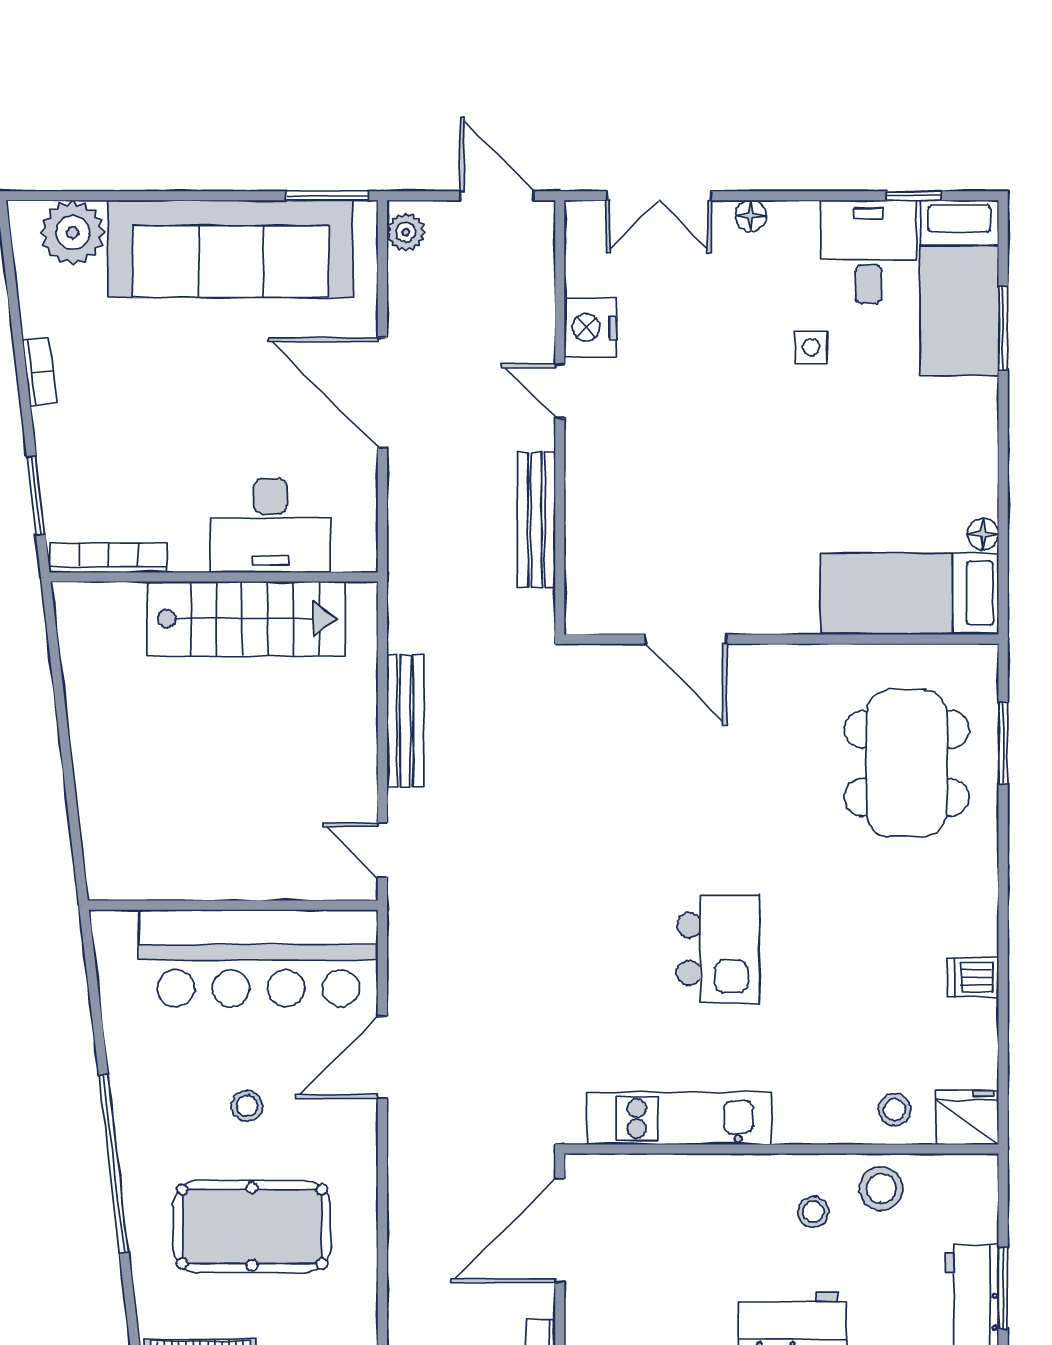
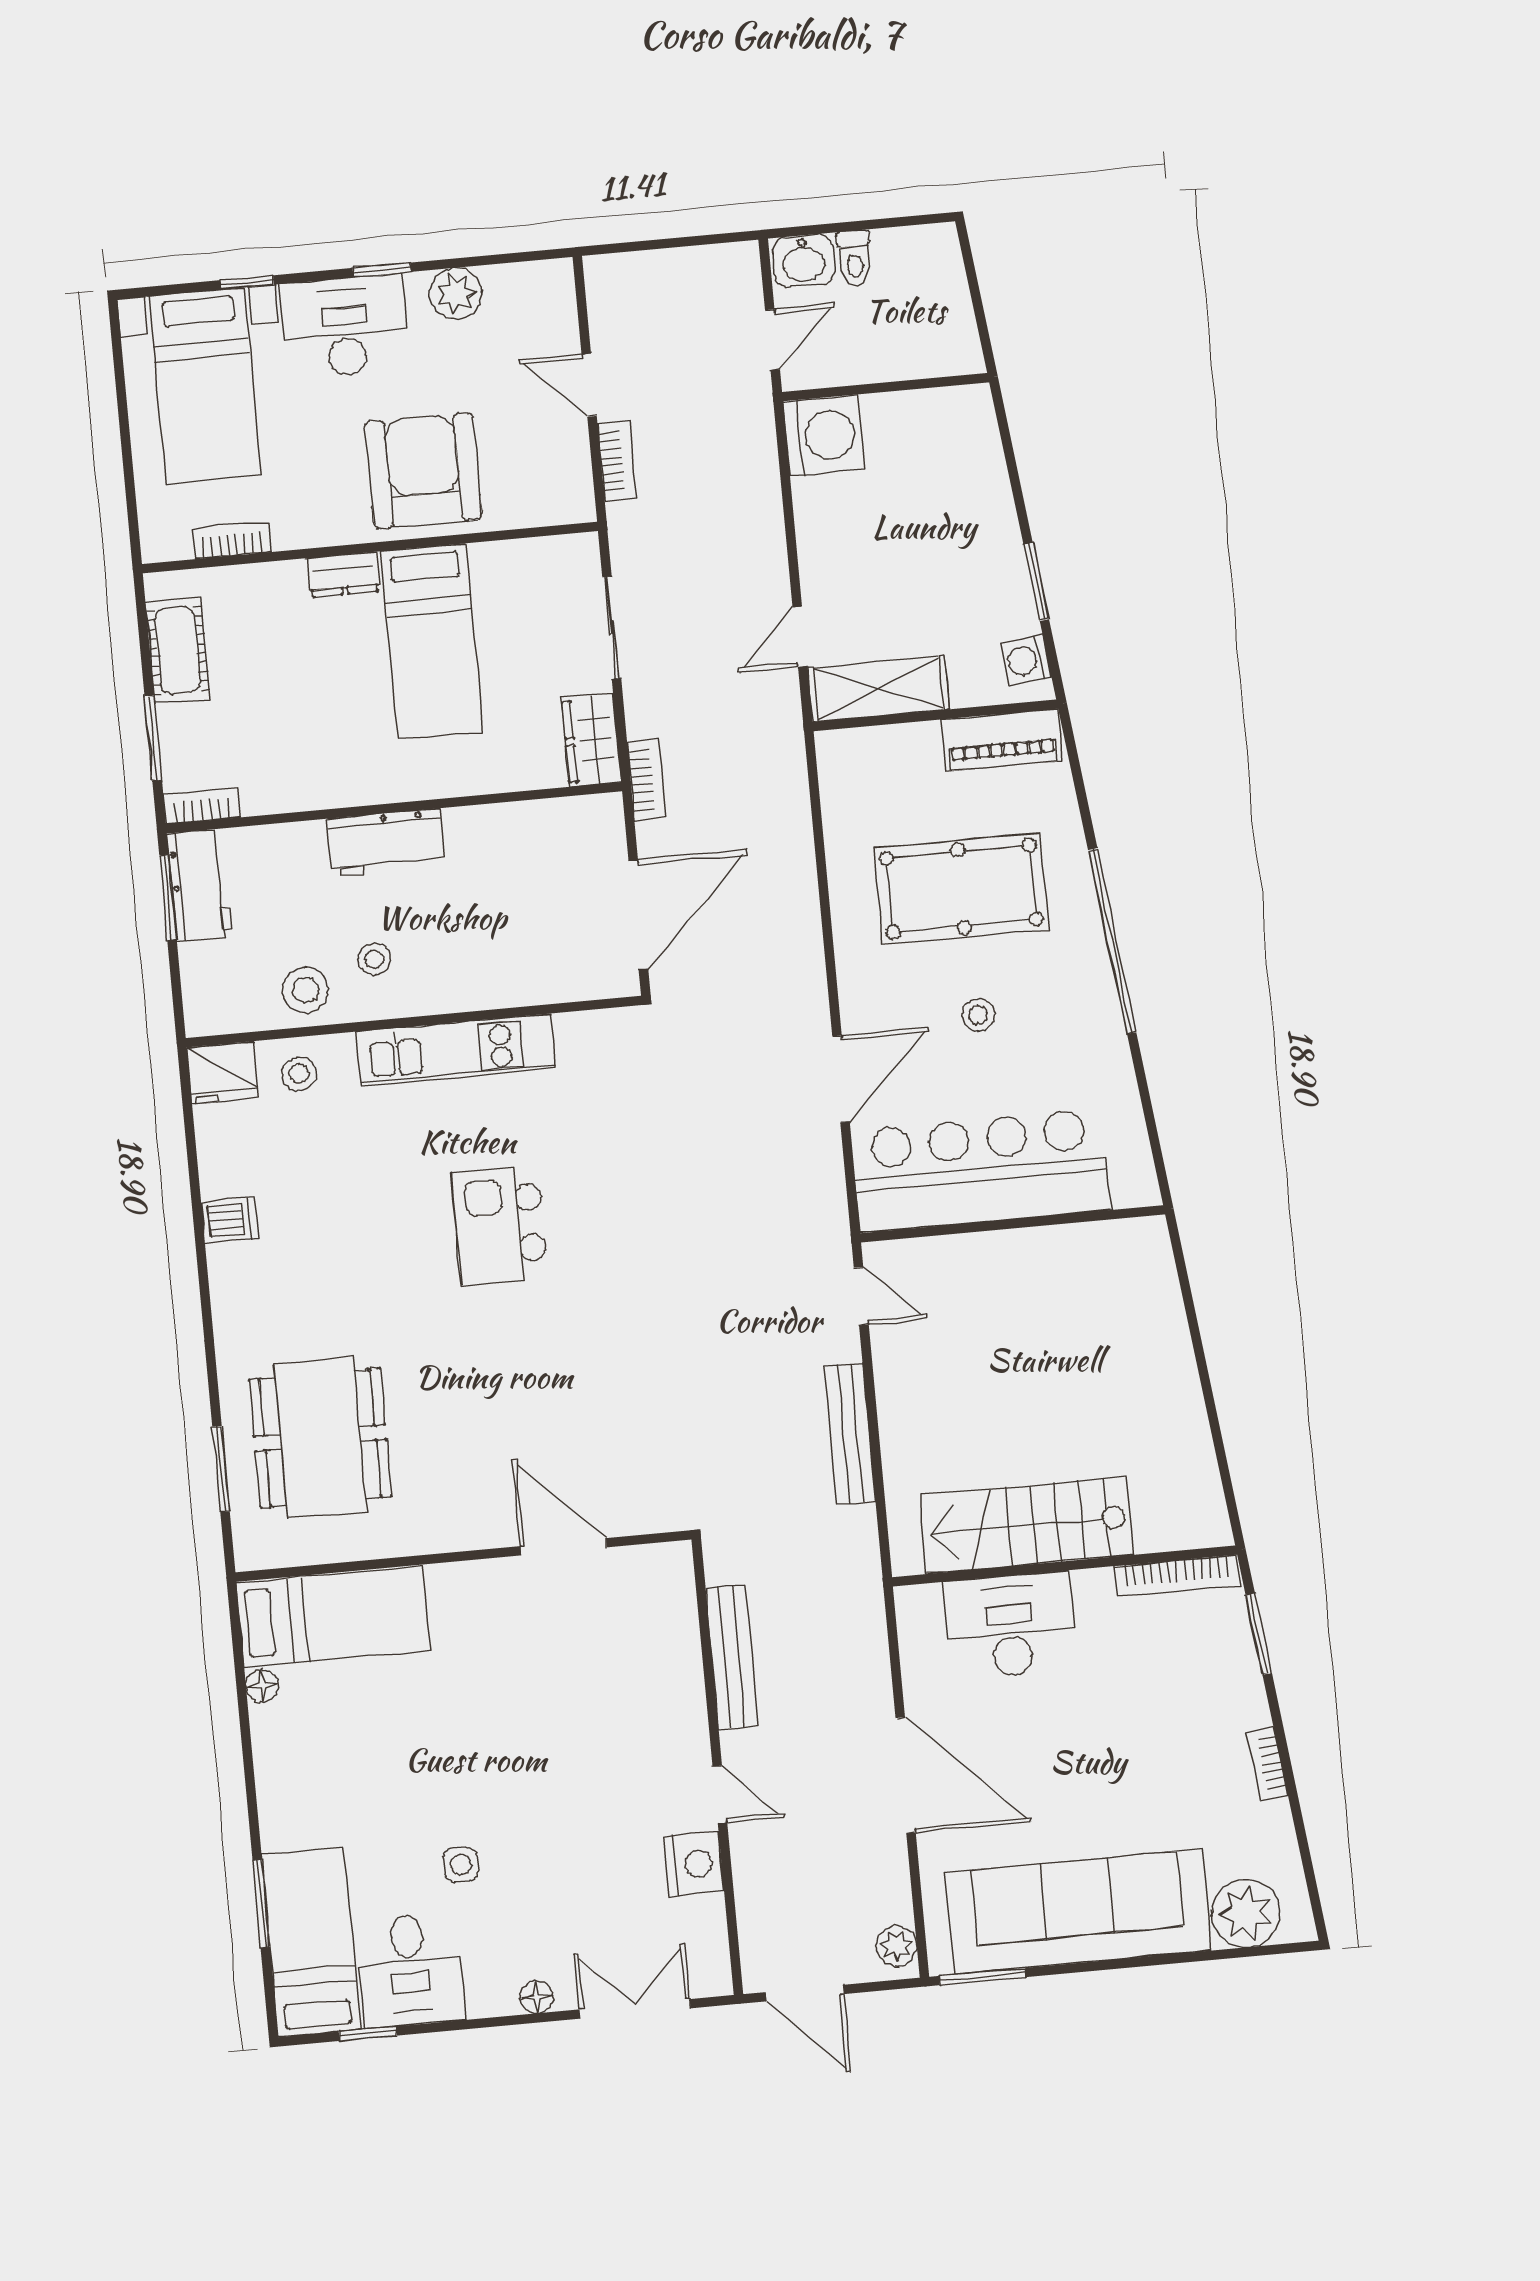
kitchen unit: (679, 1118) -> (456, 1050), moved

